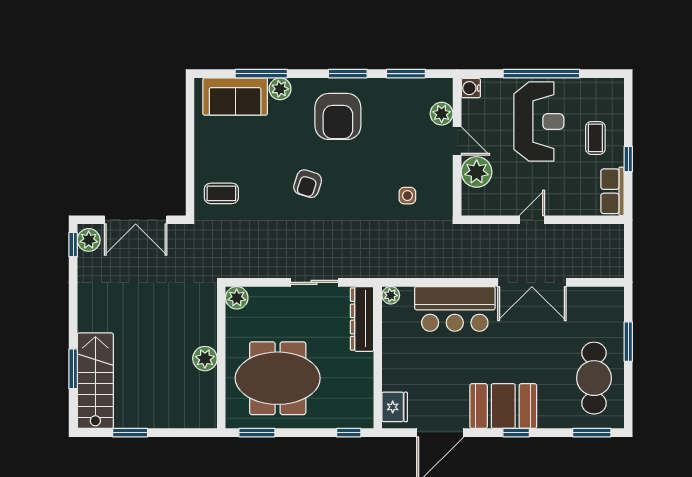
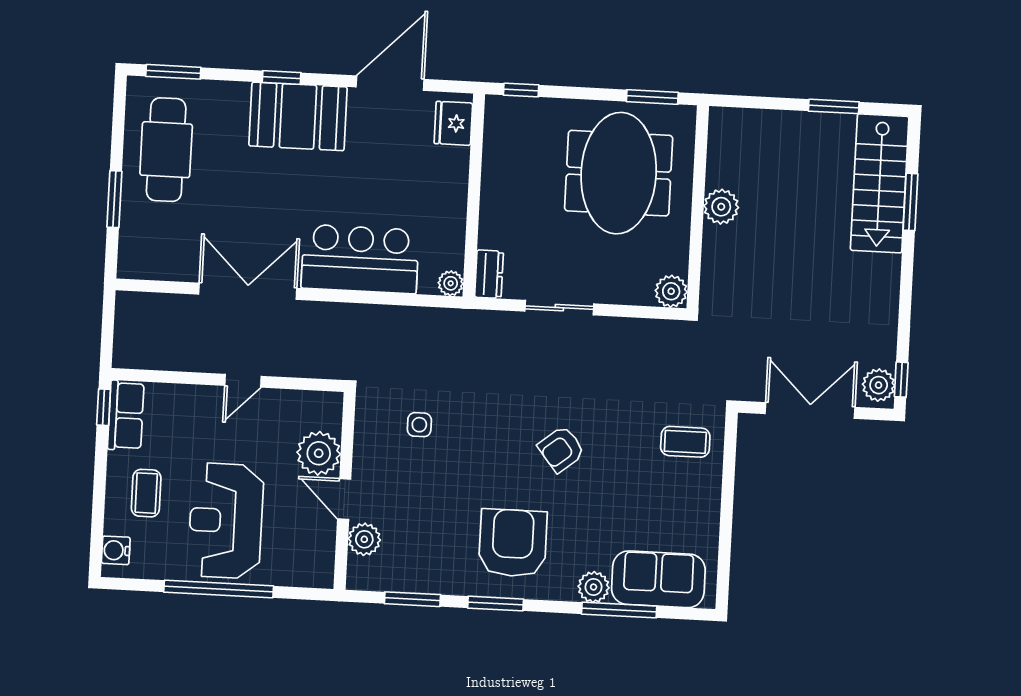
water cooler: (471, 88) -> (116, 550), moved, turned 180
window: (628, 159) -> (104, 407), moved
armchair: (308, 184) -> (561, 449), turned -147
dresser: (362, 319) -> (489, 274), width x0.51, depth x0.80
meeting table: (278, 378) -> (619, 173), turned 90

